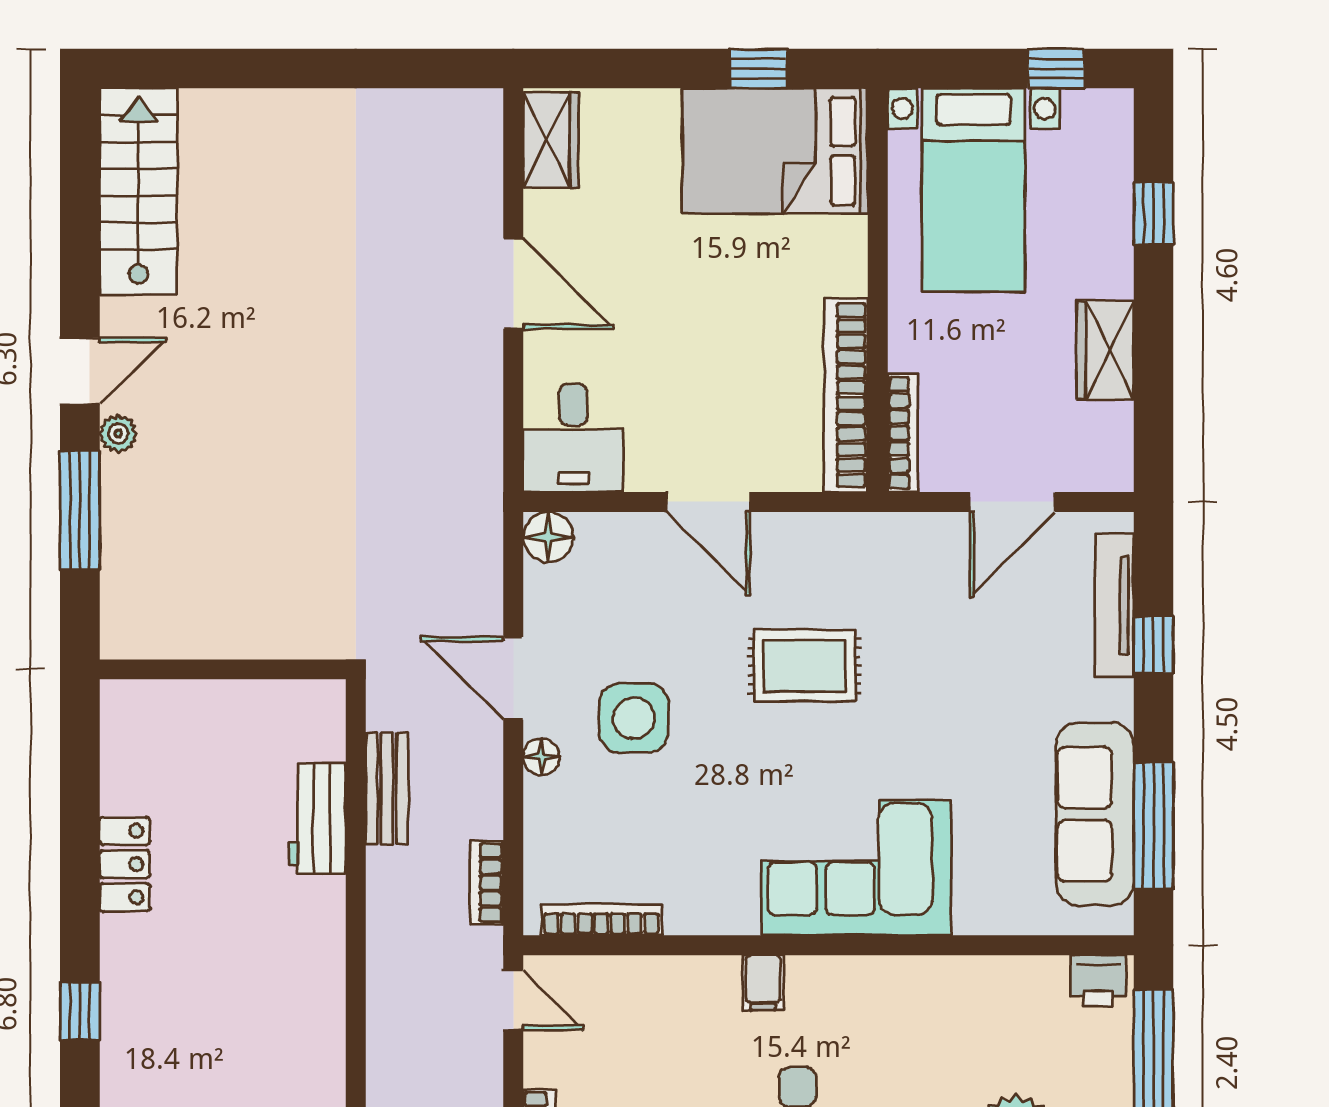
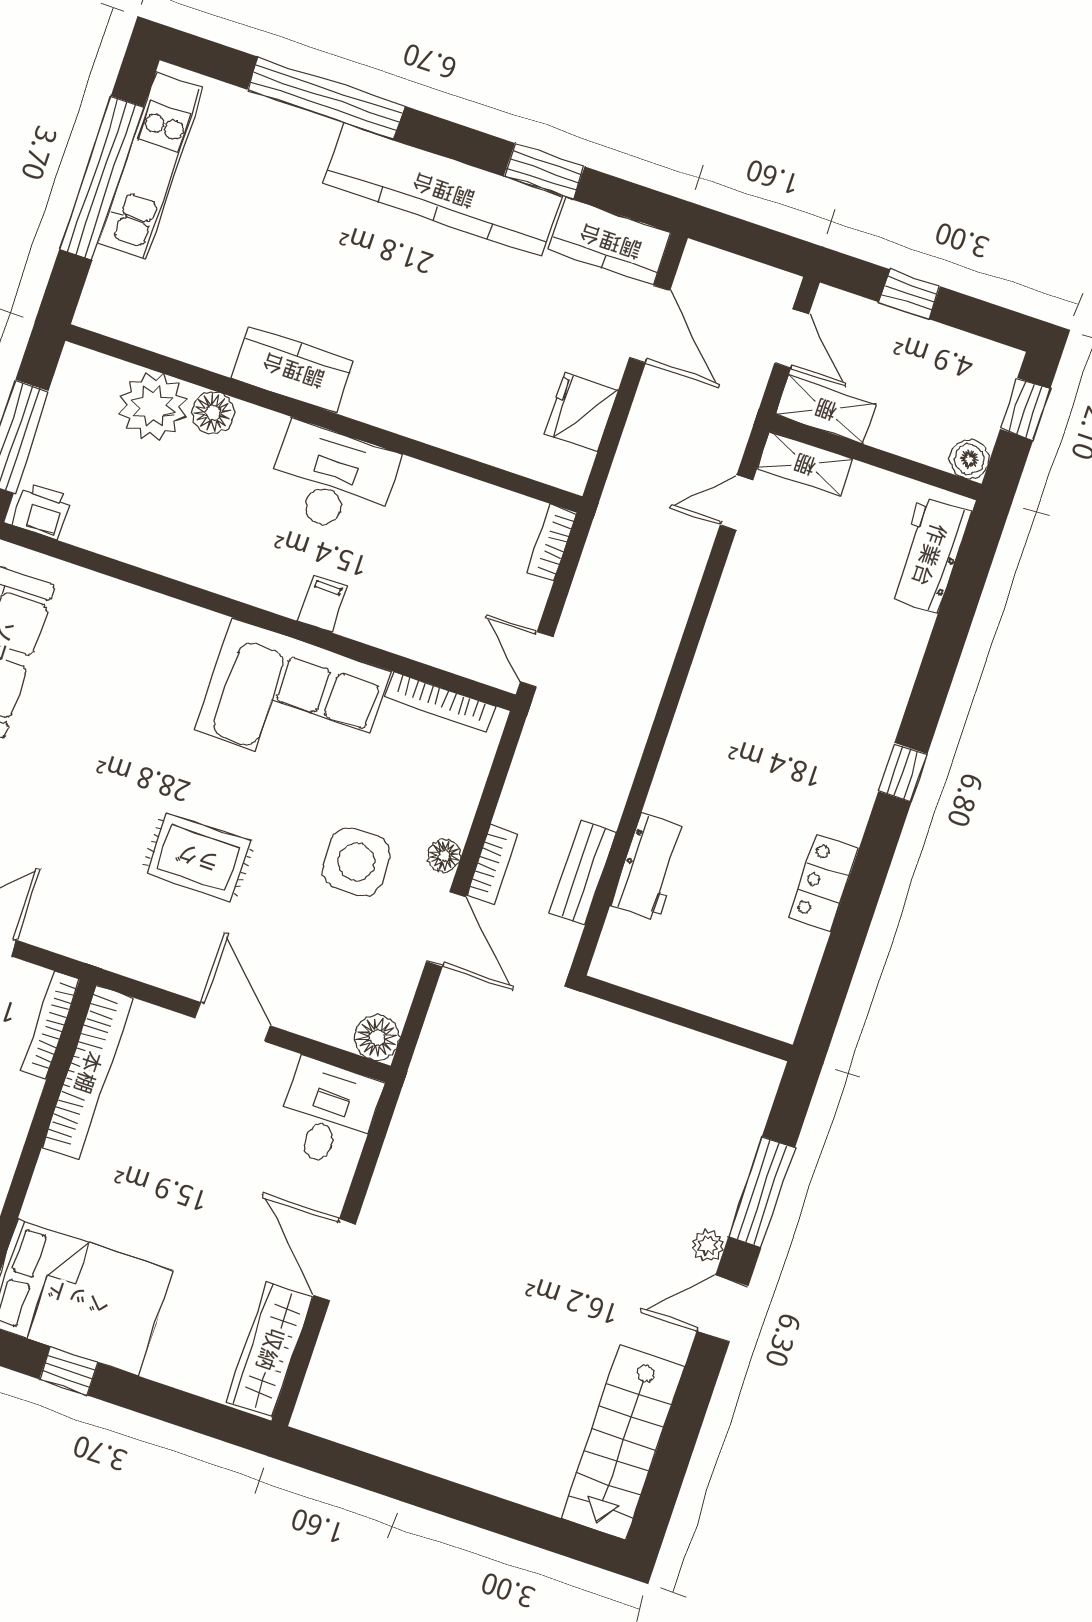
wardrobe: (551, 140) -> (270, 1349), width x1.50
corner sofa: (856, 868) -> (292, 701), moved
bookcase: (487, 883) -> (492, 865), moved

